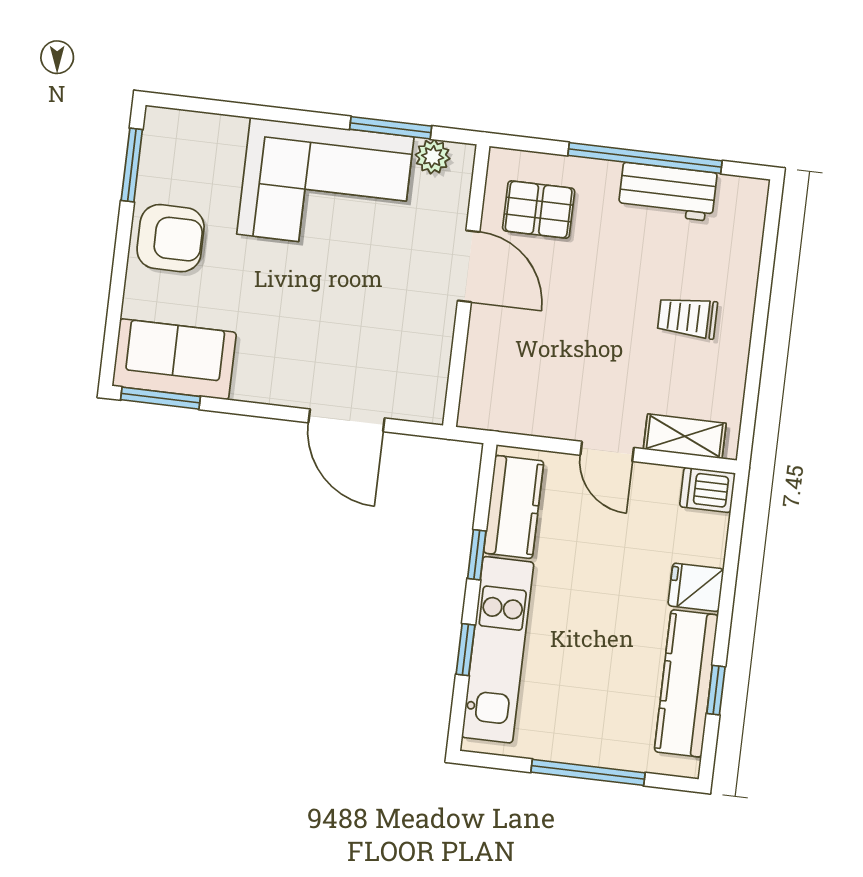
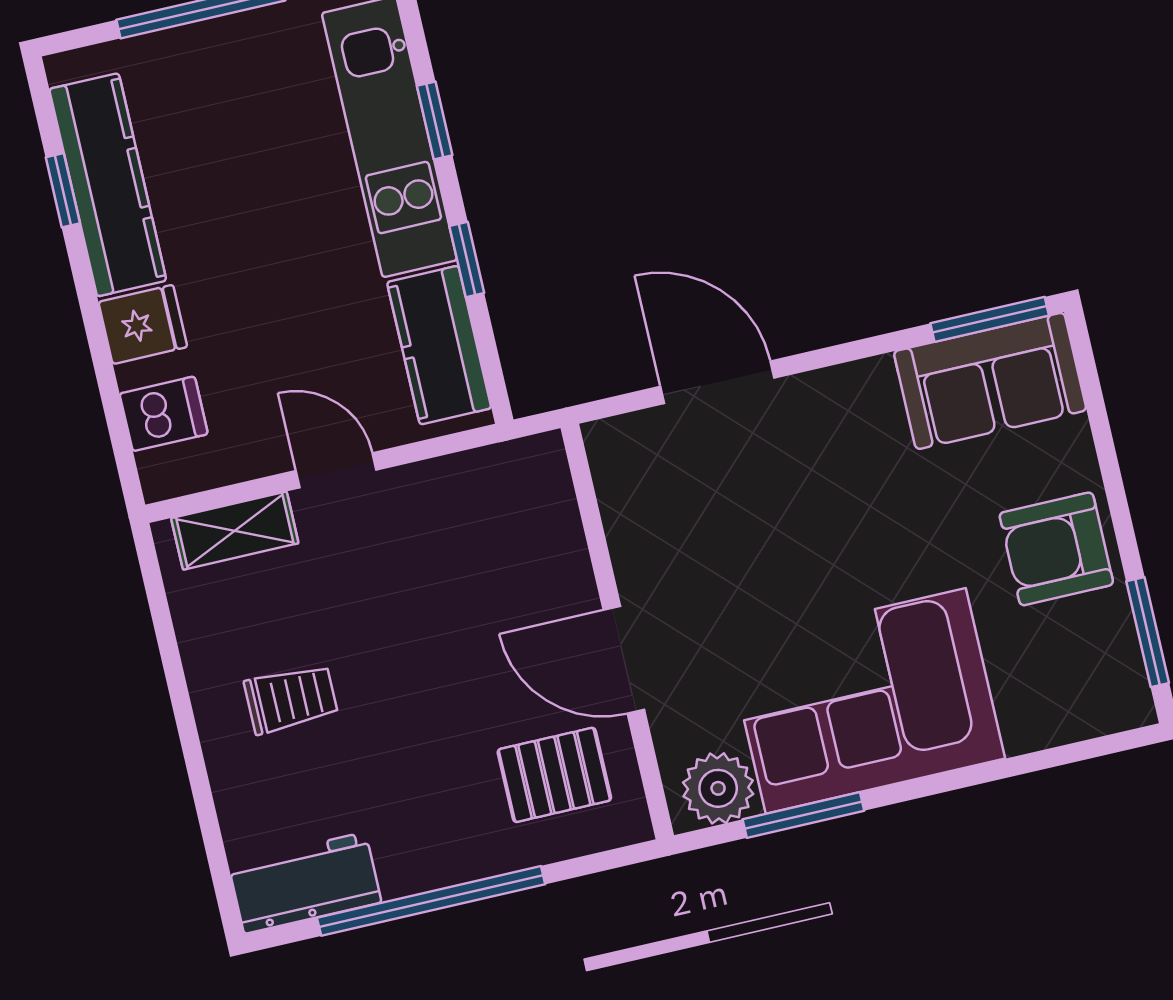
plant: (433, 157) -> (718, 788), width x1.38, depth x1.38
workbench: (668, 192) -> (305, 883), moved
dishwasher: (707, 490) -> (164, 414), moved

